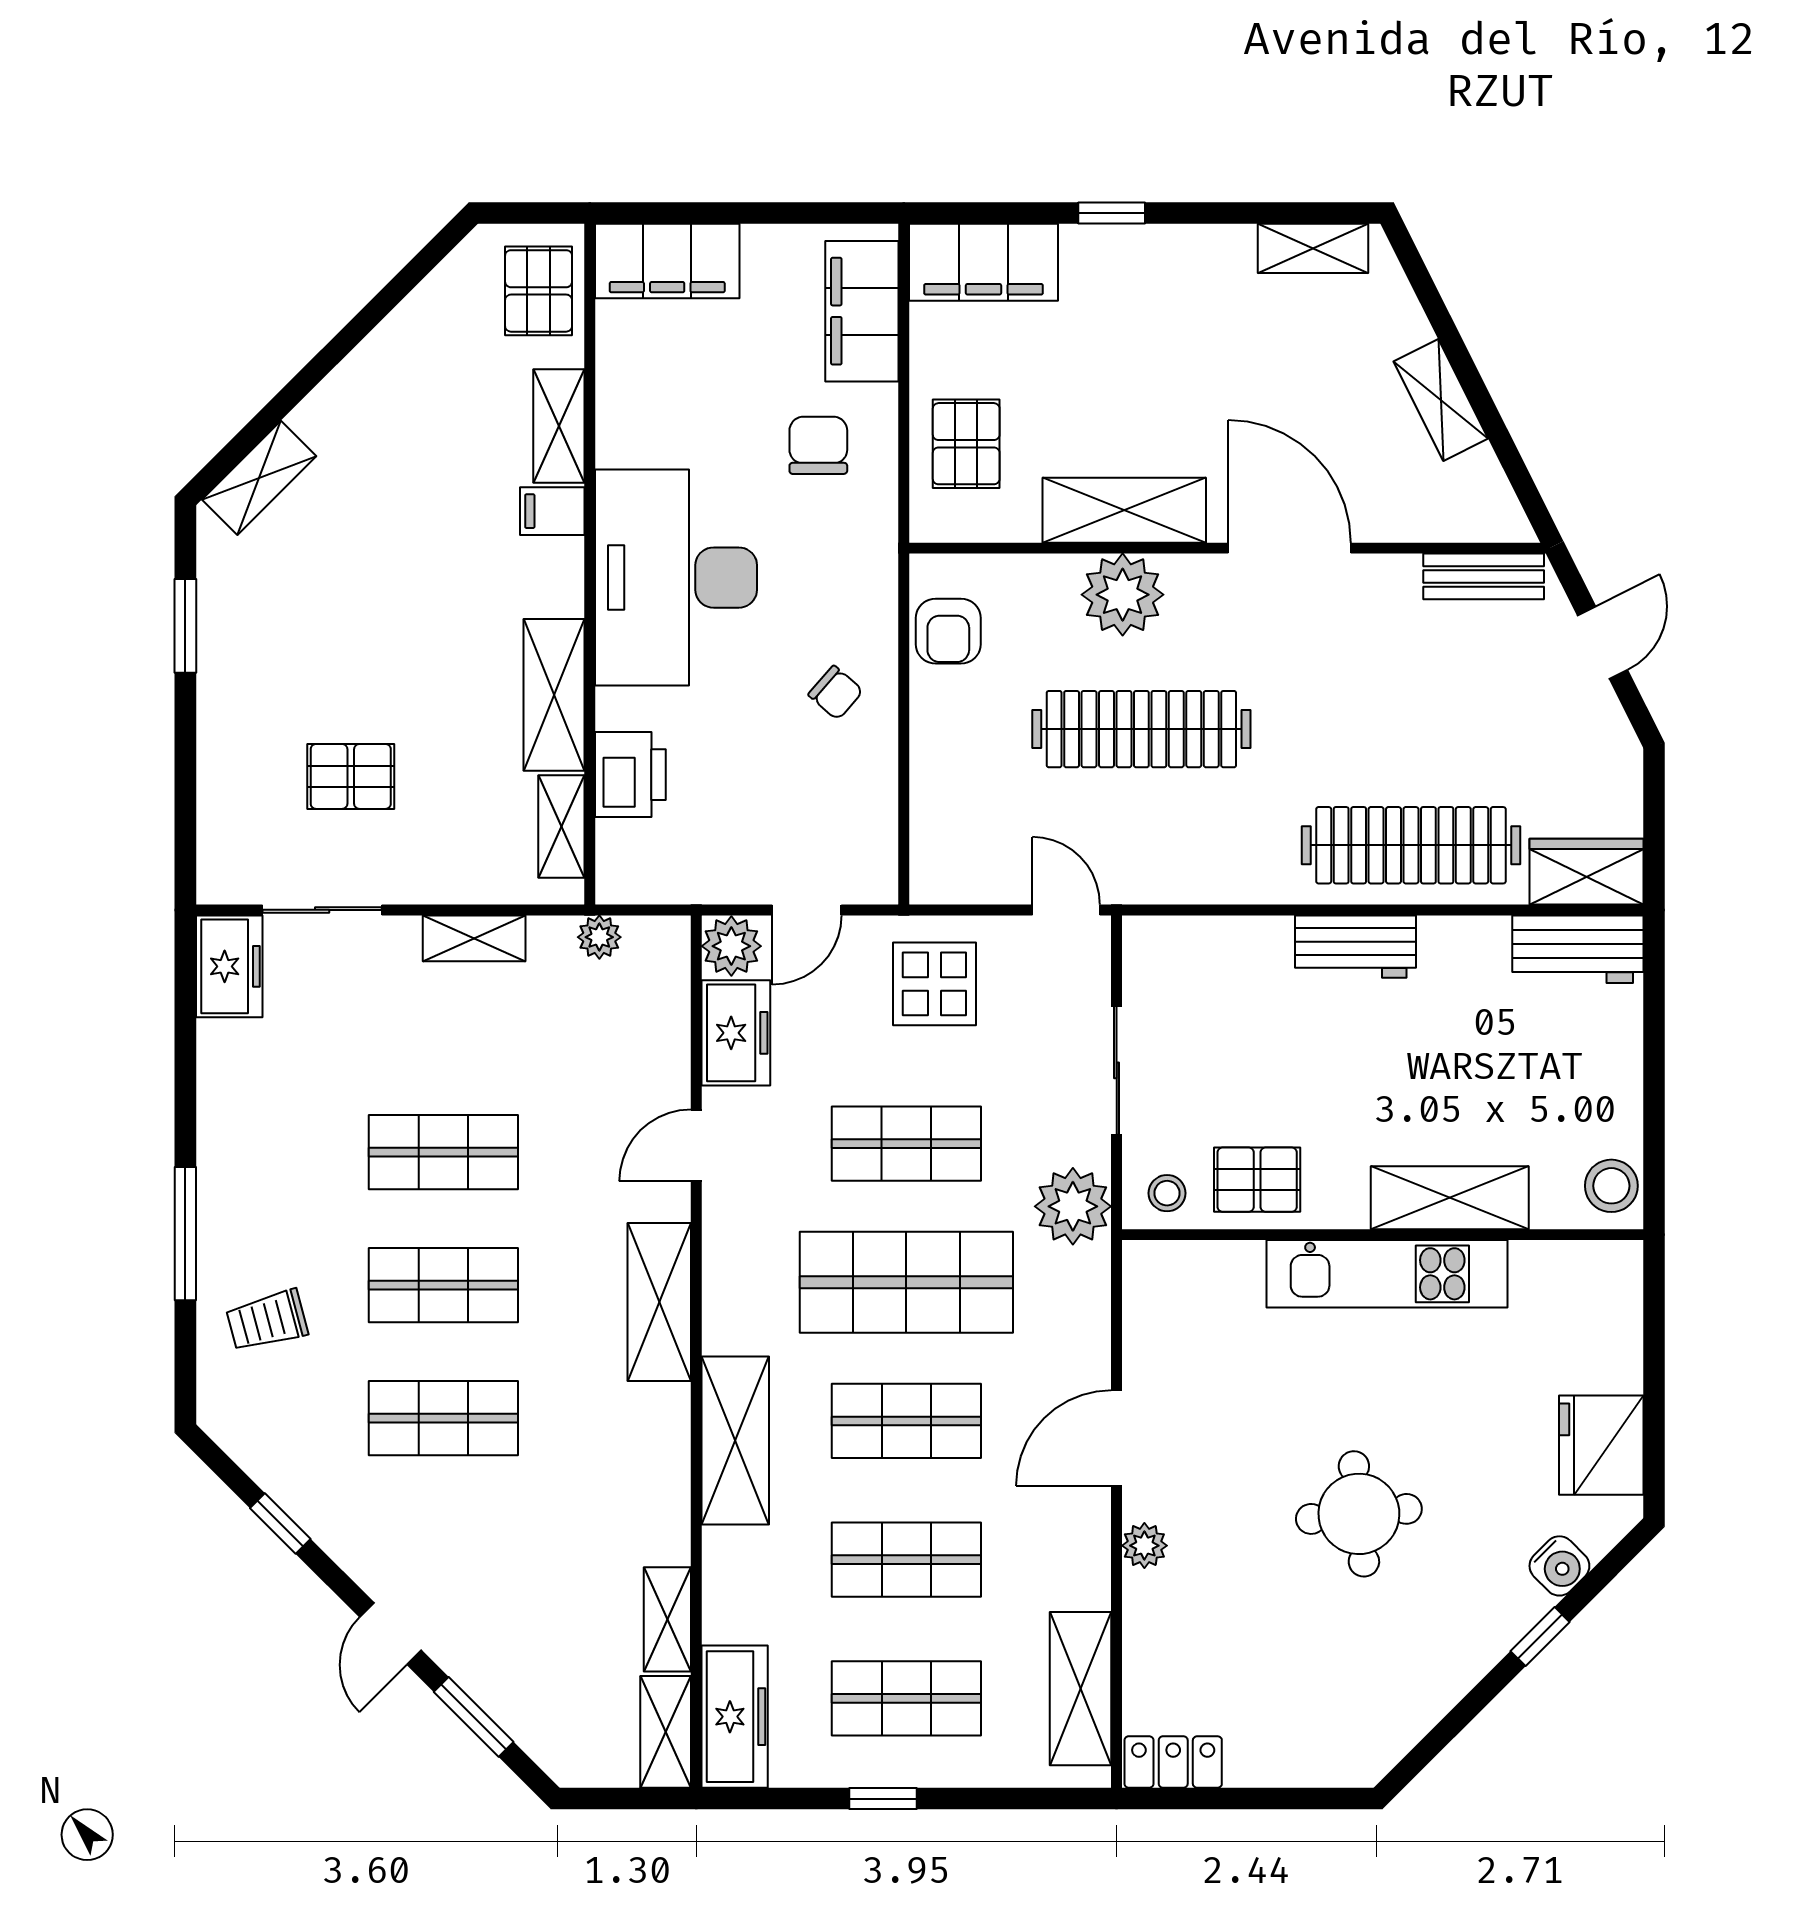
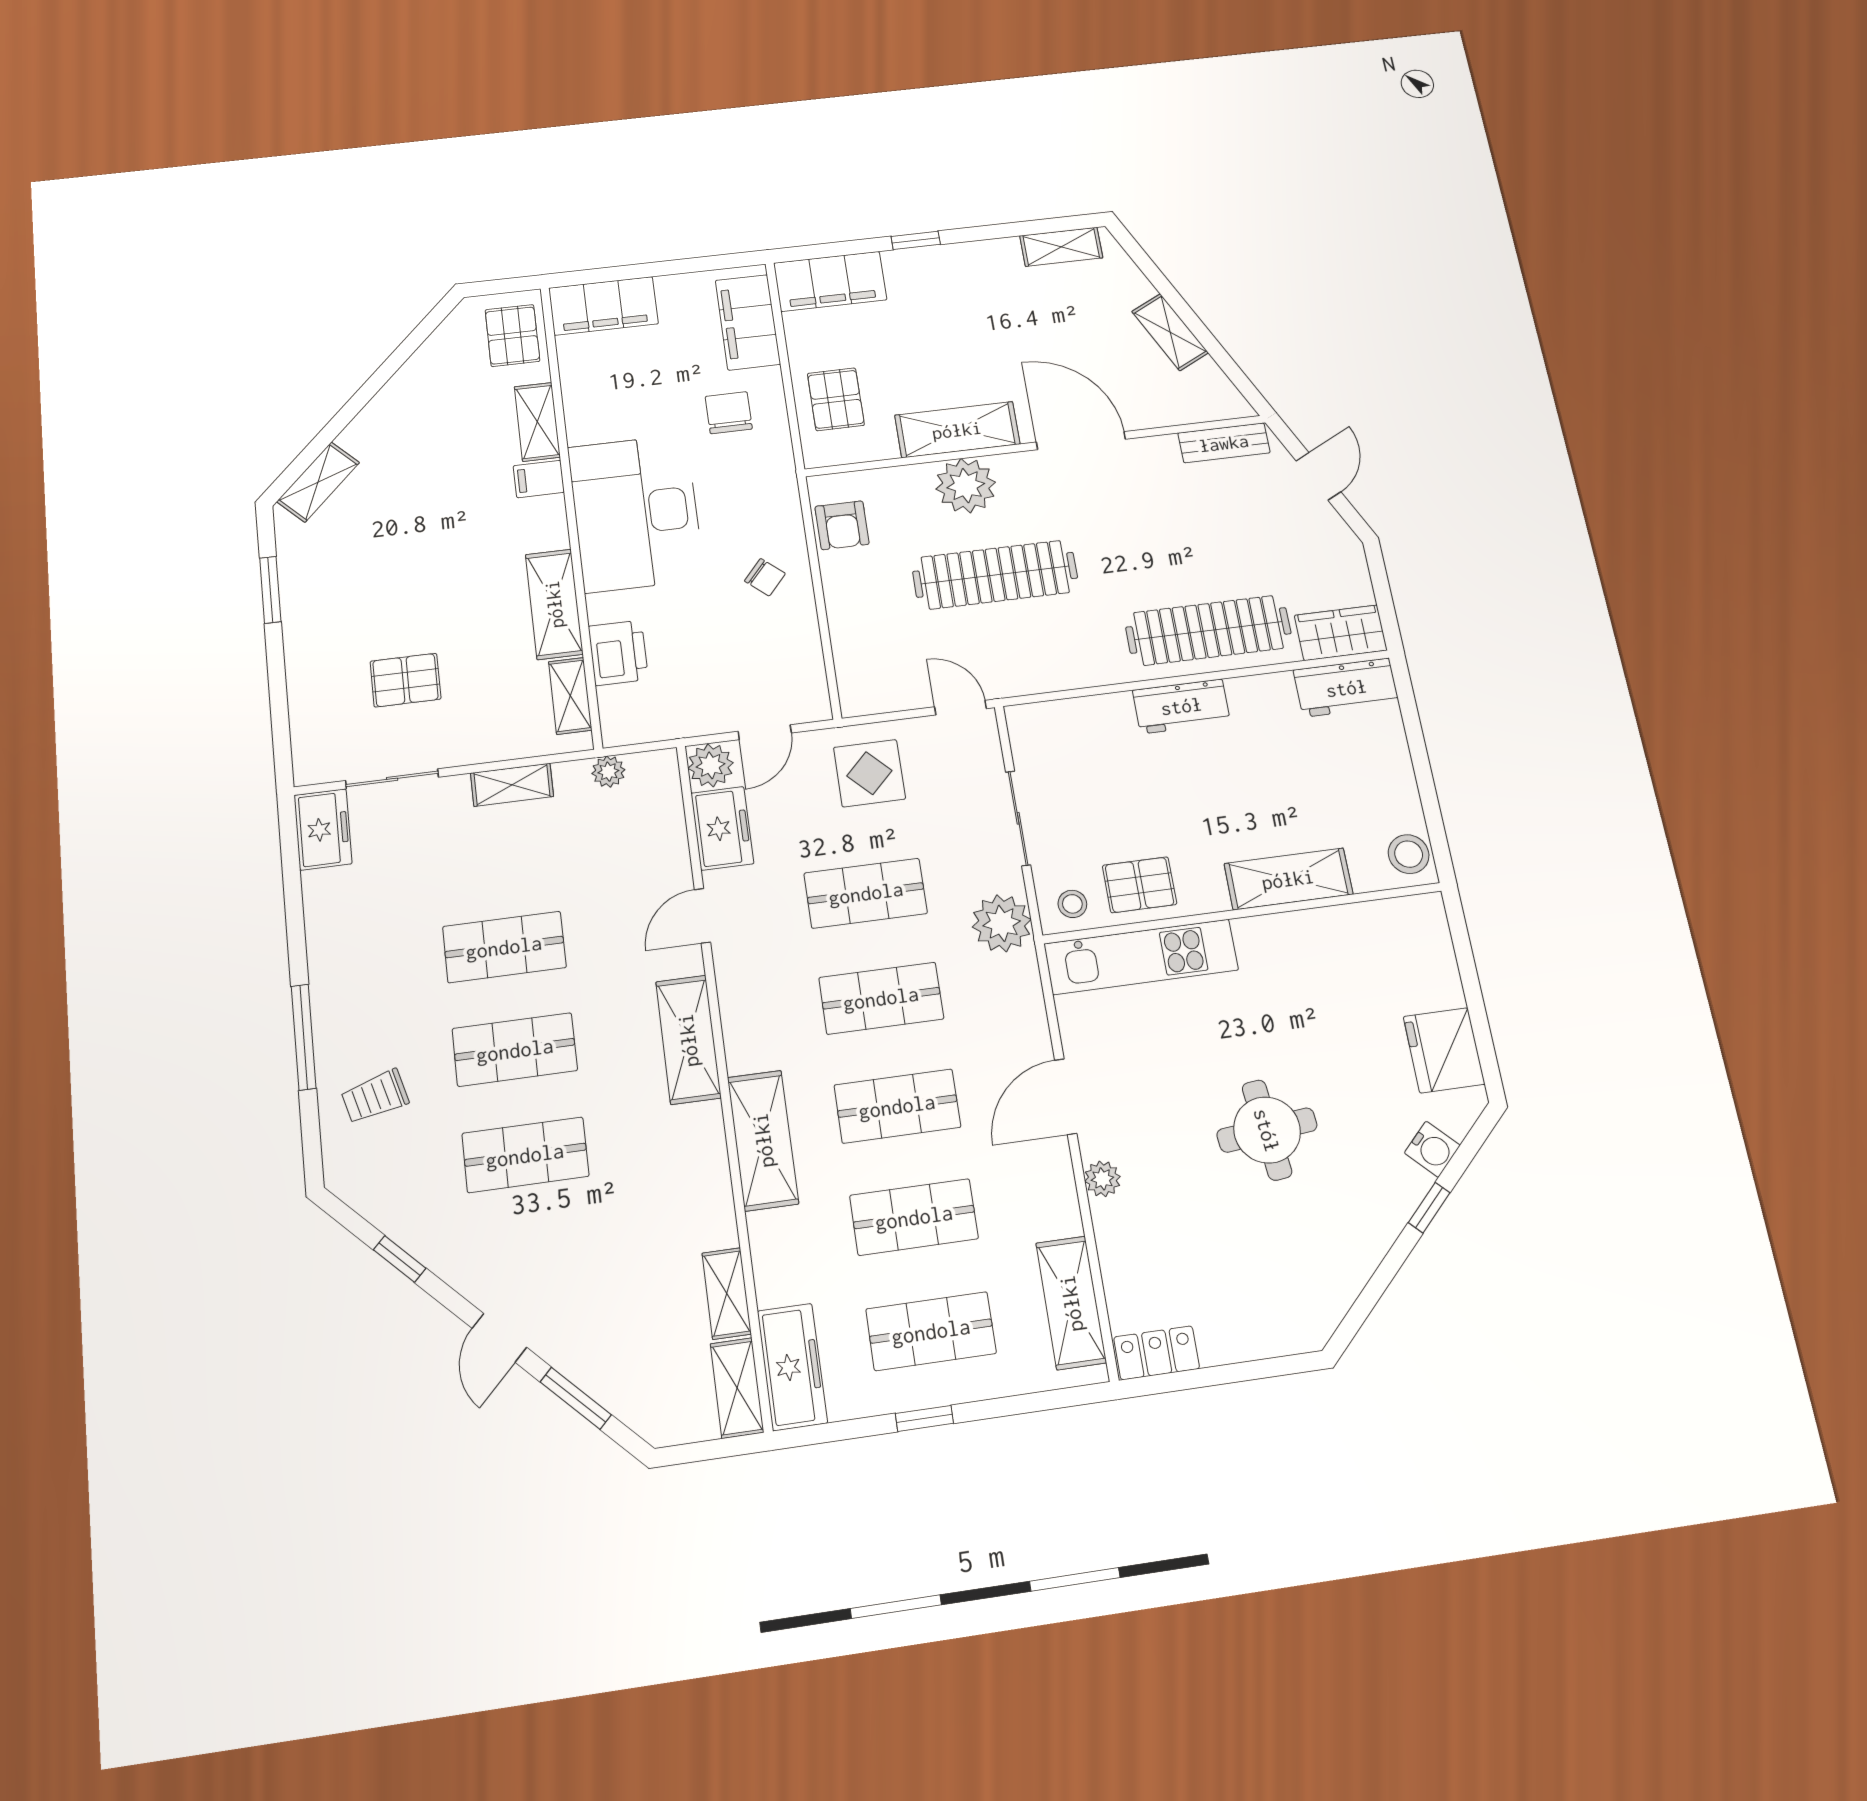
kitchen unit: (1387, 1274) -> (1141, 957), moved
shop shelf: (906, 1282) -> (881, 998), width x0.70, depth x0.74

